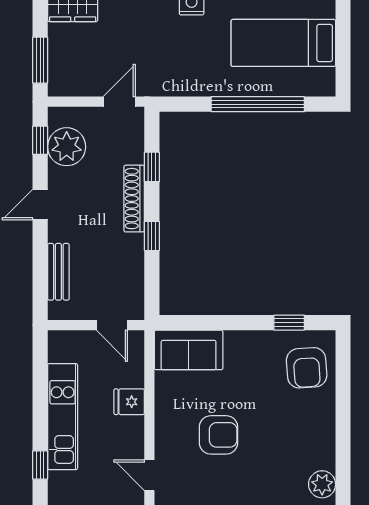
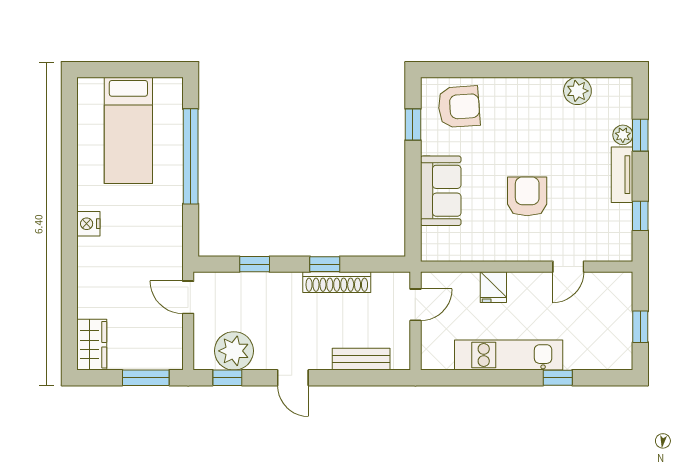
shoe rack: (134, 199) -> (337, 282), moved
sofa: (189, 350) -> (441, 191), moved

